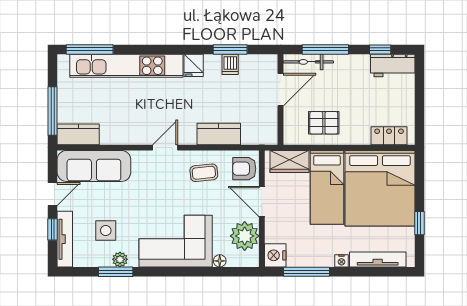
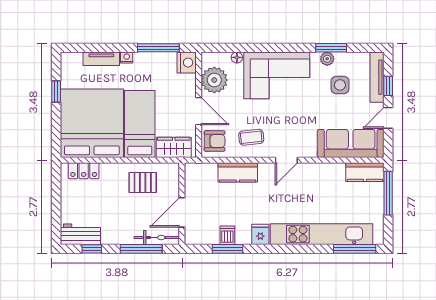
tv unit: (378, 259) -> (101, 59), width x0.71

